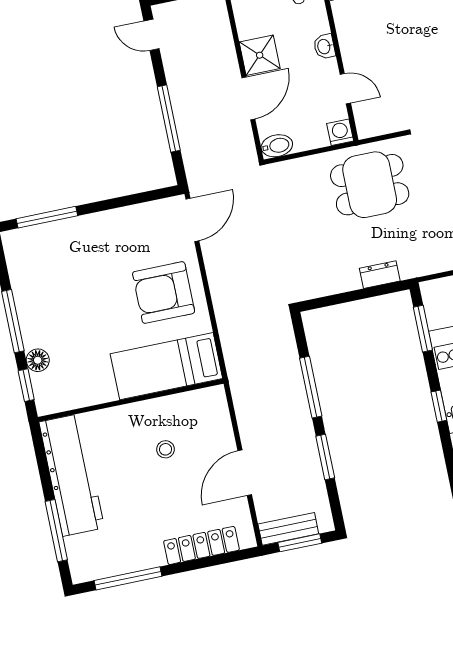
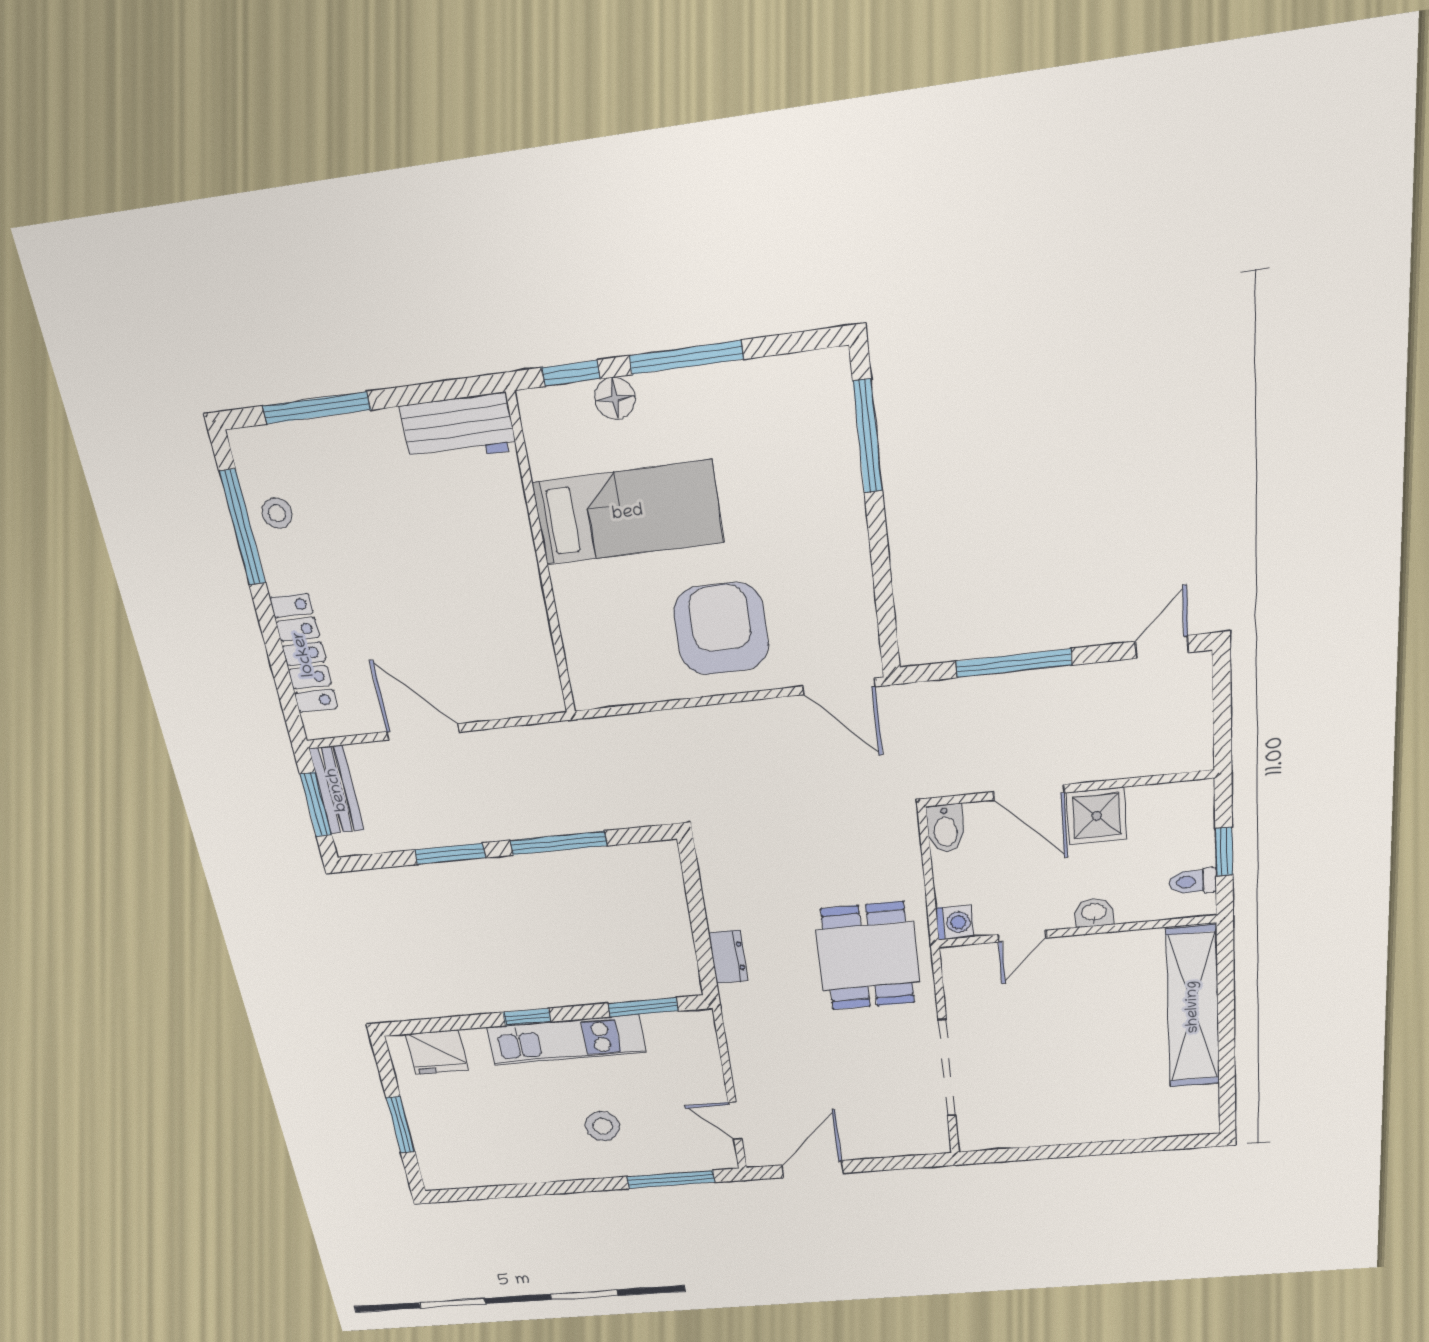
bed: (166, 366) -> (628, 513), moved, turned 90
stool: (165, 449) -> (277, 513), moved
workbench: (72, 475) -> (458, 428), width x0.53, depth x0.76

